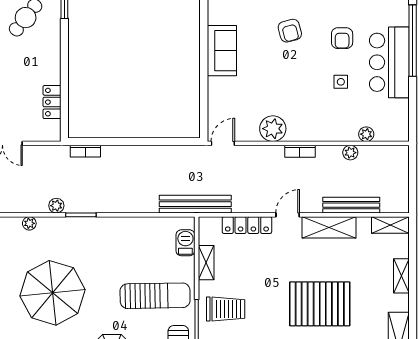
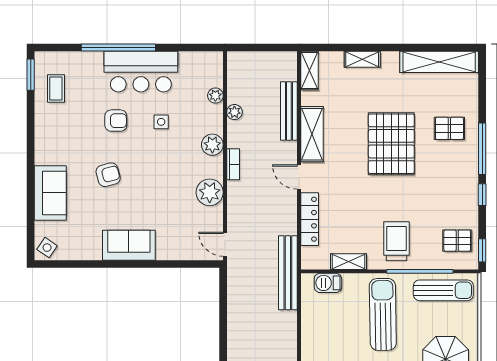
plant: (319, 131) -> (212, 145), added

